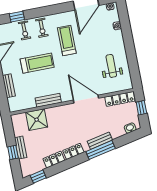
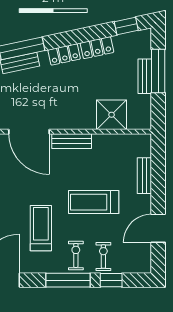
window: (44, 11) -> (68, 280), added
treadmill: (67, 40) -> (41, 228), turned 180
bench: (48, 100) -> (72, 141), moved
window: (13, 152) -> (158, 71), width x2.17

